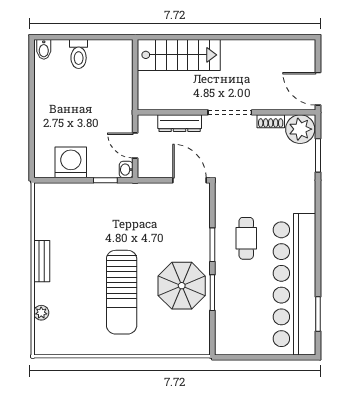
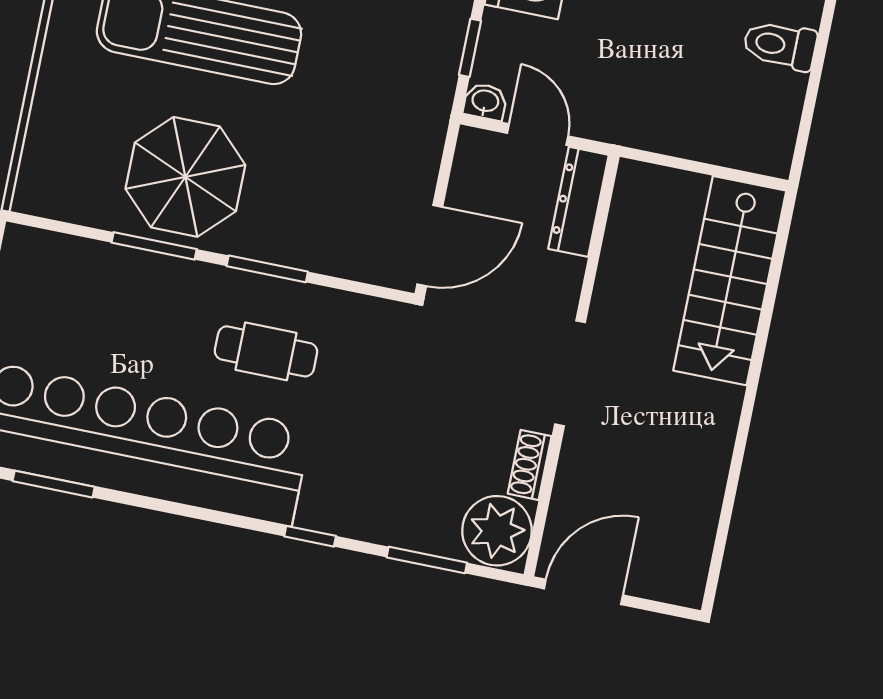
dresser: (180, 123) -> (579, 202), moved
door: (135, 145) -> (538, 135), hinge flipped
window: (318, 205) -> (310, 536), added

